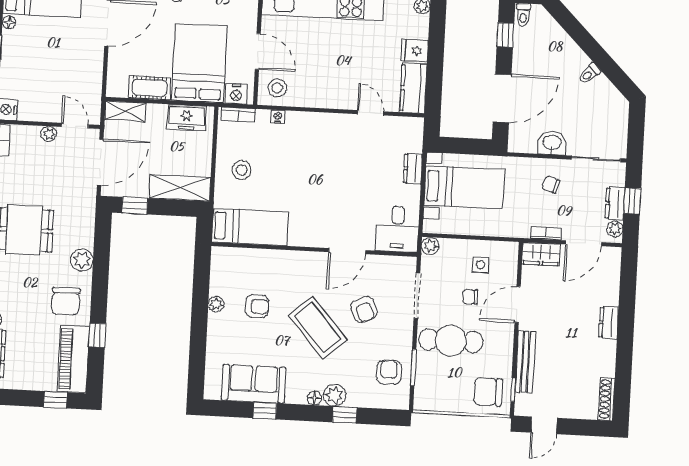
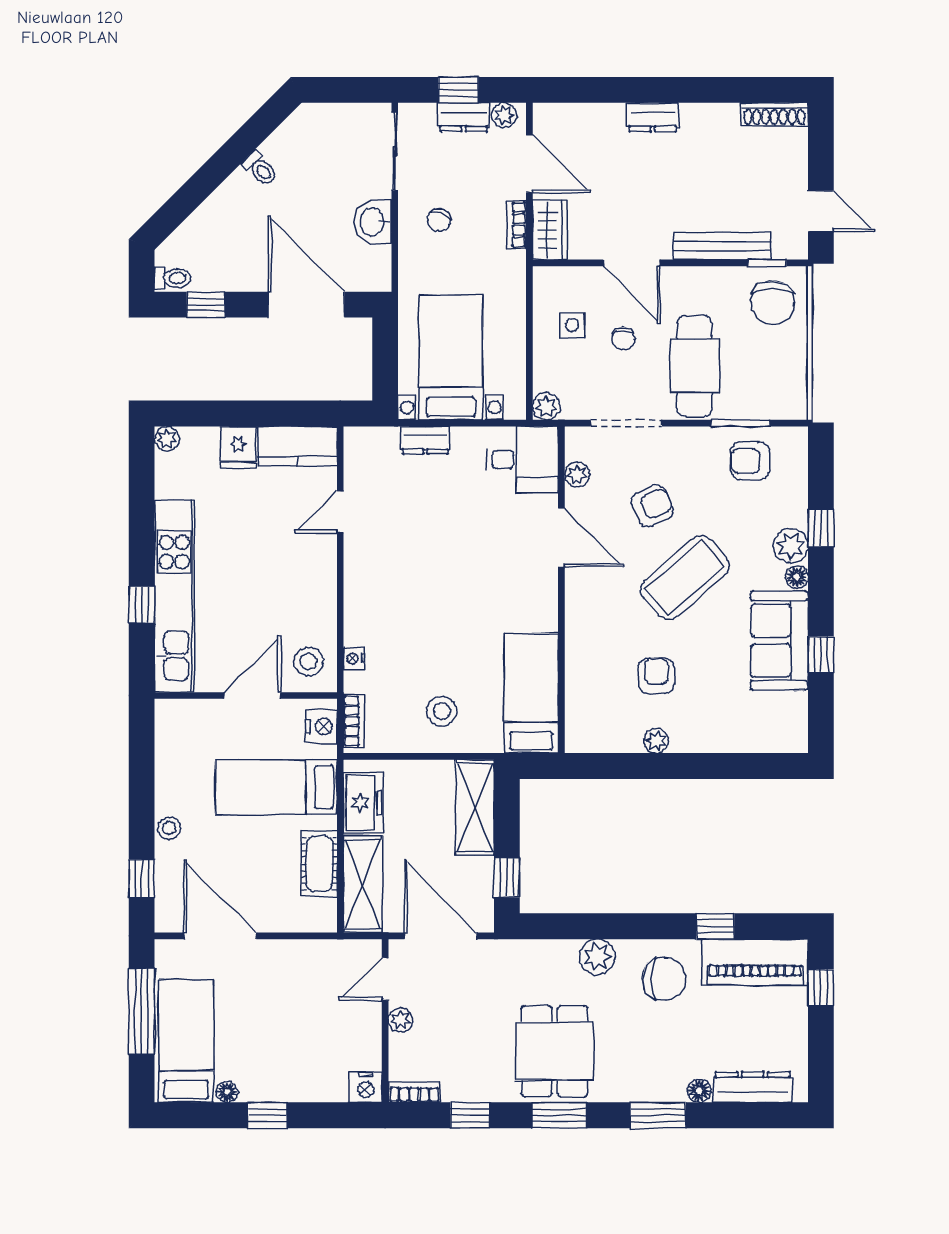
bed: (199, 63) -> (276, 787), width x0.67
shelving: (125, 111) -> (363, 884), width x1.50, depth x1.33
plant: (386, 263) -> (577, 475), added
sofa: (254, 384) -> (779, 641), moved

